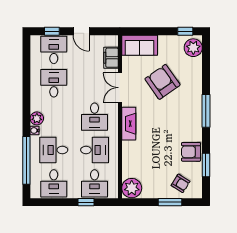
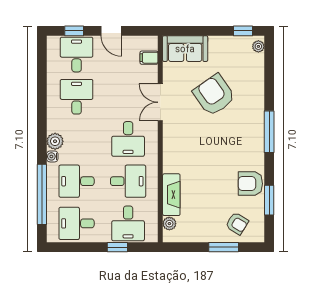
plant: (193, 48) -> (258, 46), width x0.53, depth x0.53
filing cabinet: (111, 58) -> (149, 58), width x0.50
fireplace: (129, 124) -> (171, 195), moved
desk: (54, 183) -> (77, 223), turned 90
plant: (132, 188) -> (169, 224), width x0.53, depth x0.53

